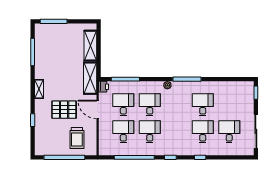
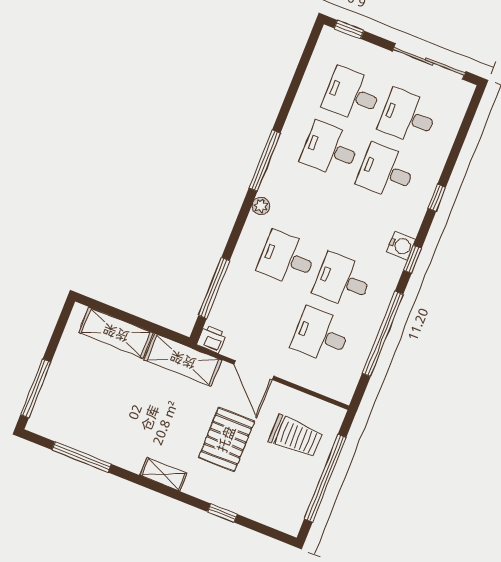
desk: (123, 105) -> (352, 95), moved
door: (98, 110) -> (254, 370), hinge flipped
water cooler: (174, 150) -> (401, 246), added

